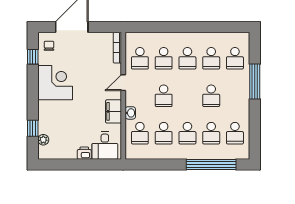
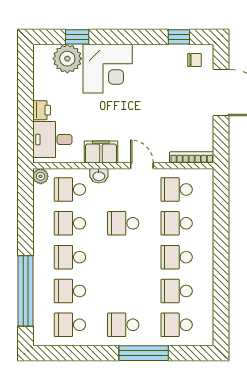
corner desk: (55, 83) -> (108, 69), moved
school desk: (211, 96) -> (123, 325), moved
plant: (43, 140) -> (67, 59), width x1.88, depth x1.88
plant: (131, 154) -> (41, 176), added

